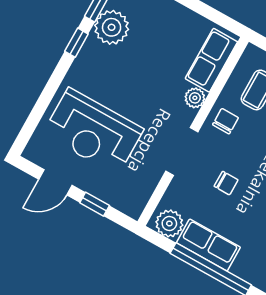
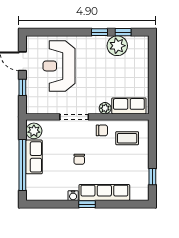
chair: (226, 183) -> (79, 159), moved

